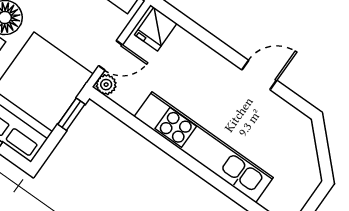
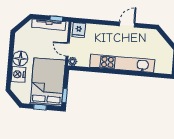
door: (111, 55) -> (68, 50), swing flipped
window: (71, 114) -> (65, 96), moved

